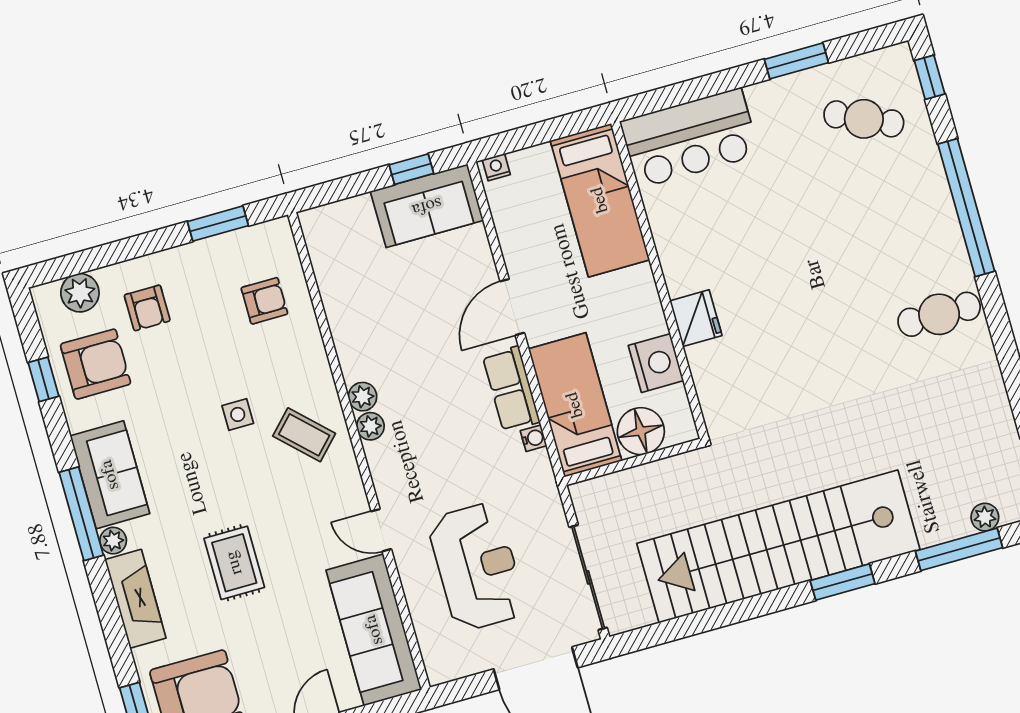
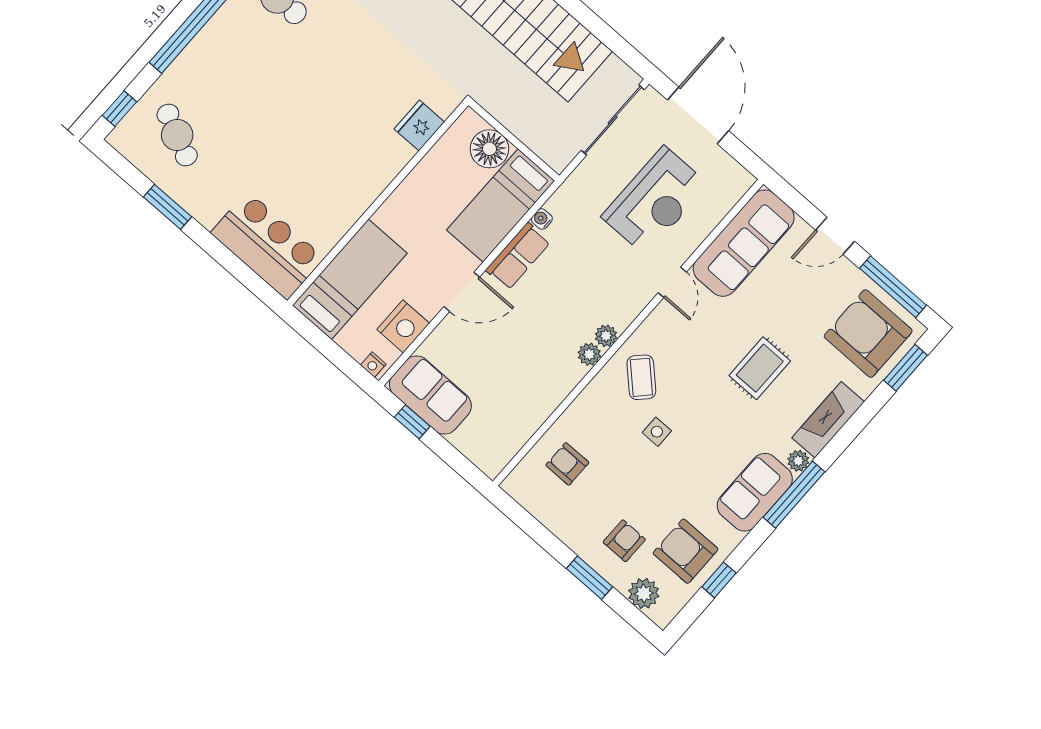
window: (218, 224) -> (589, 578), moved
fridge: (696, 318) -> (419, 125), moved
nightstand: (656, 363) -> (403, 326), moved, turned 180
reception desk: (477, 567) -> (655, 201), turned 180

